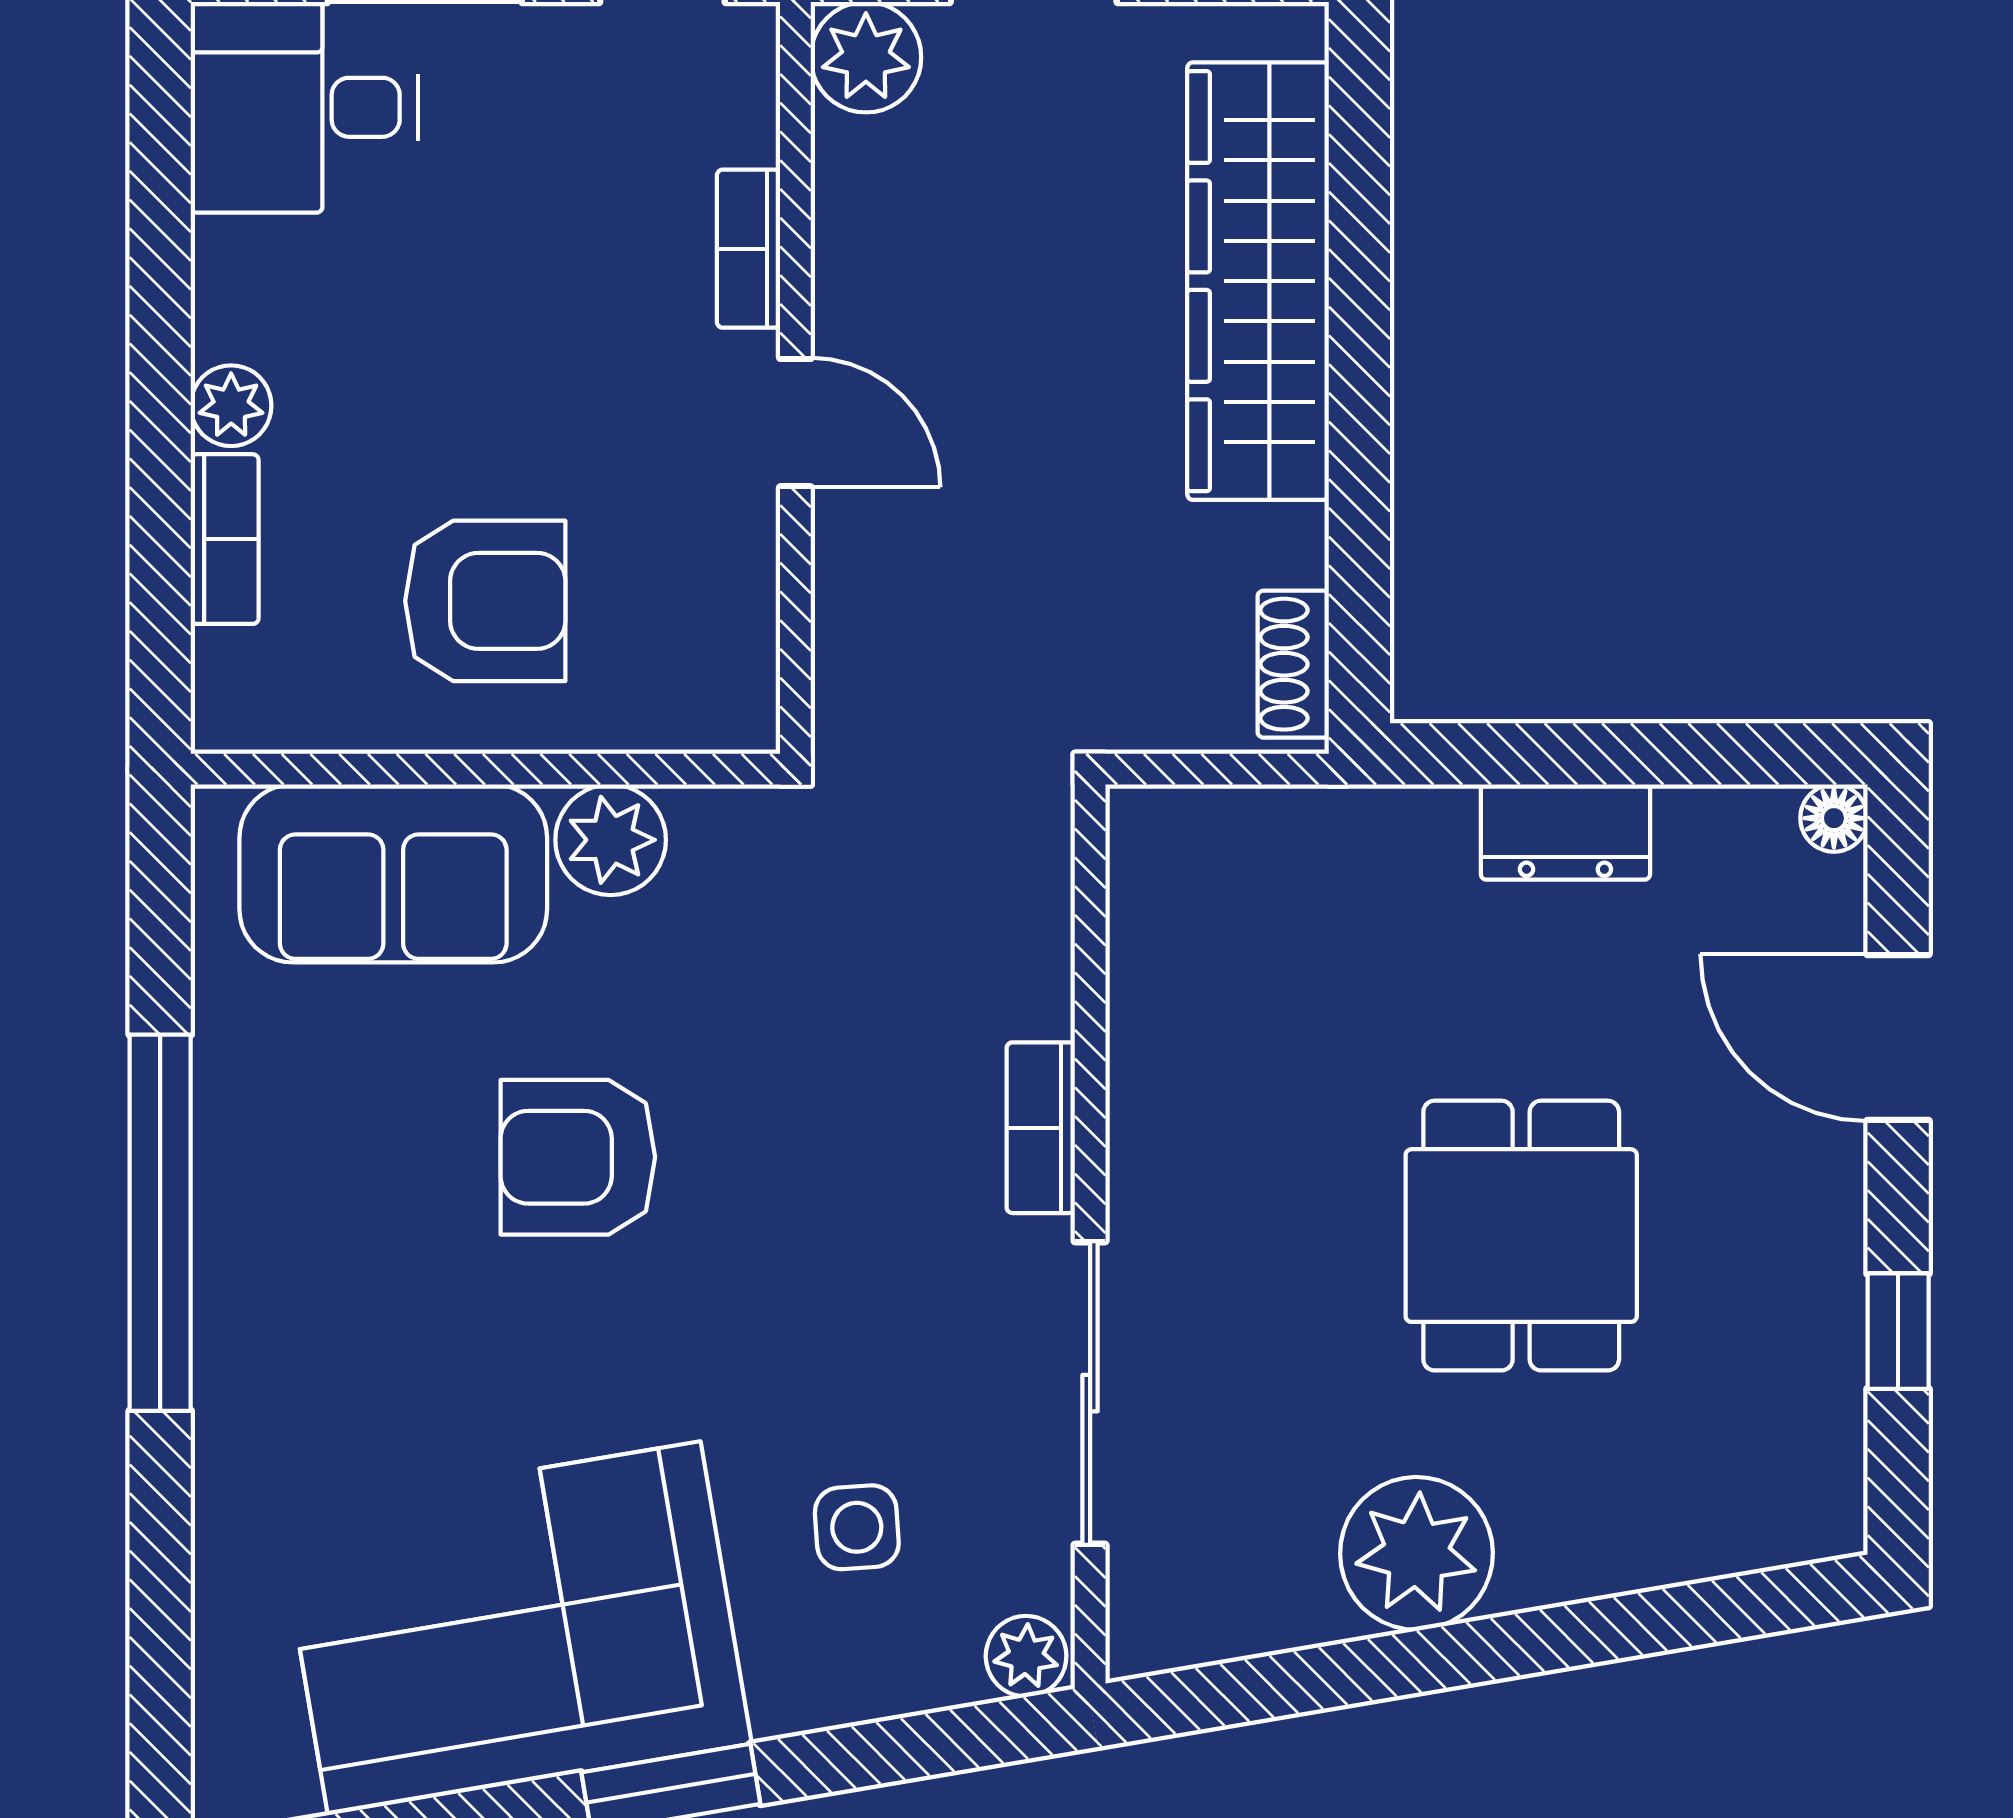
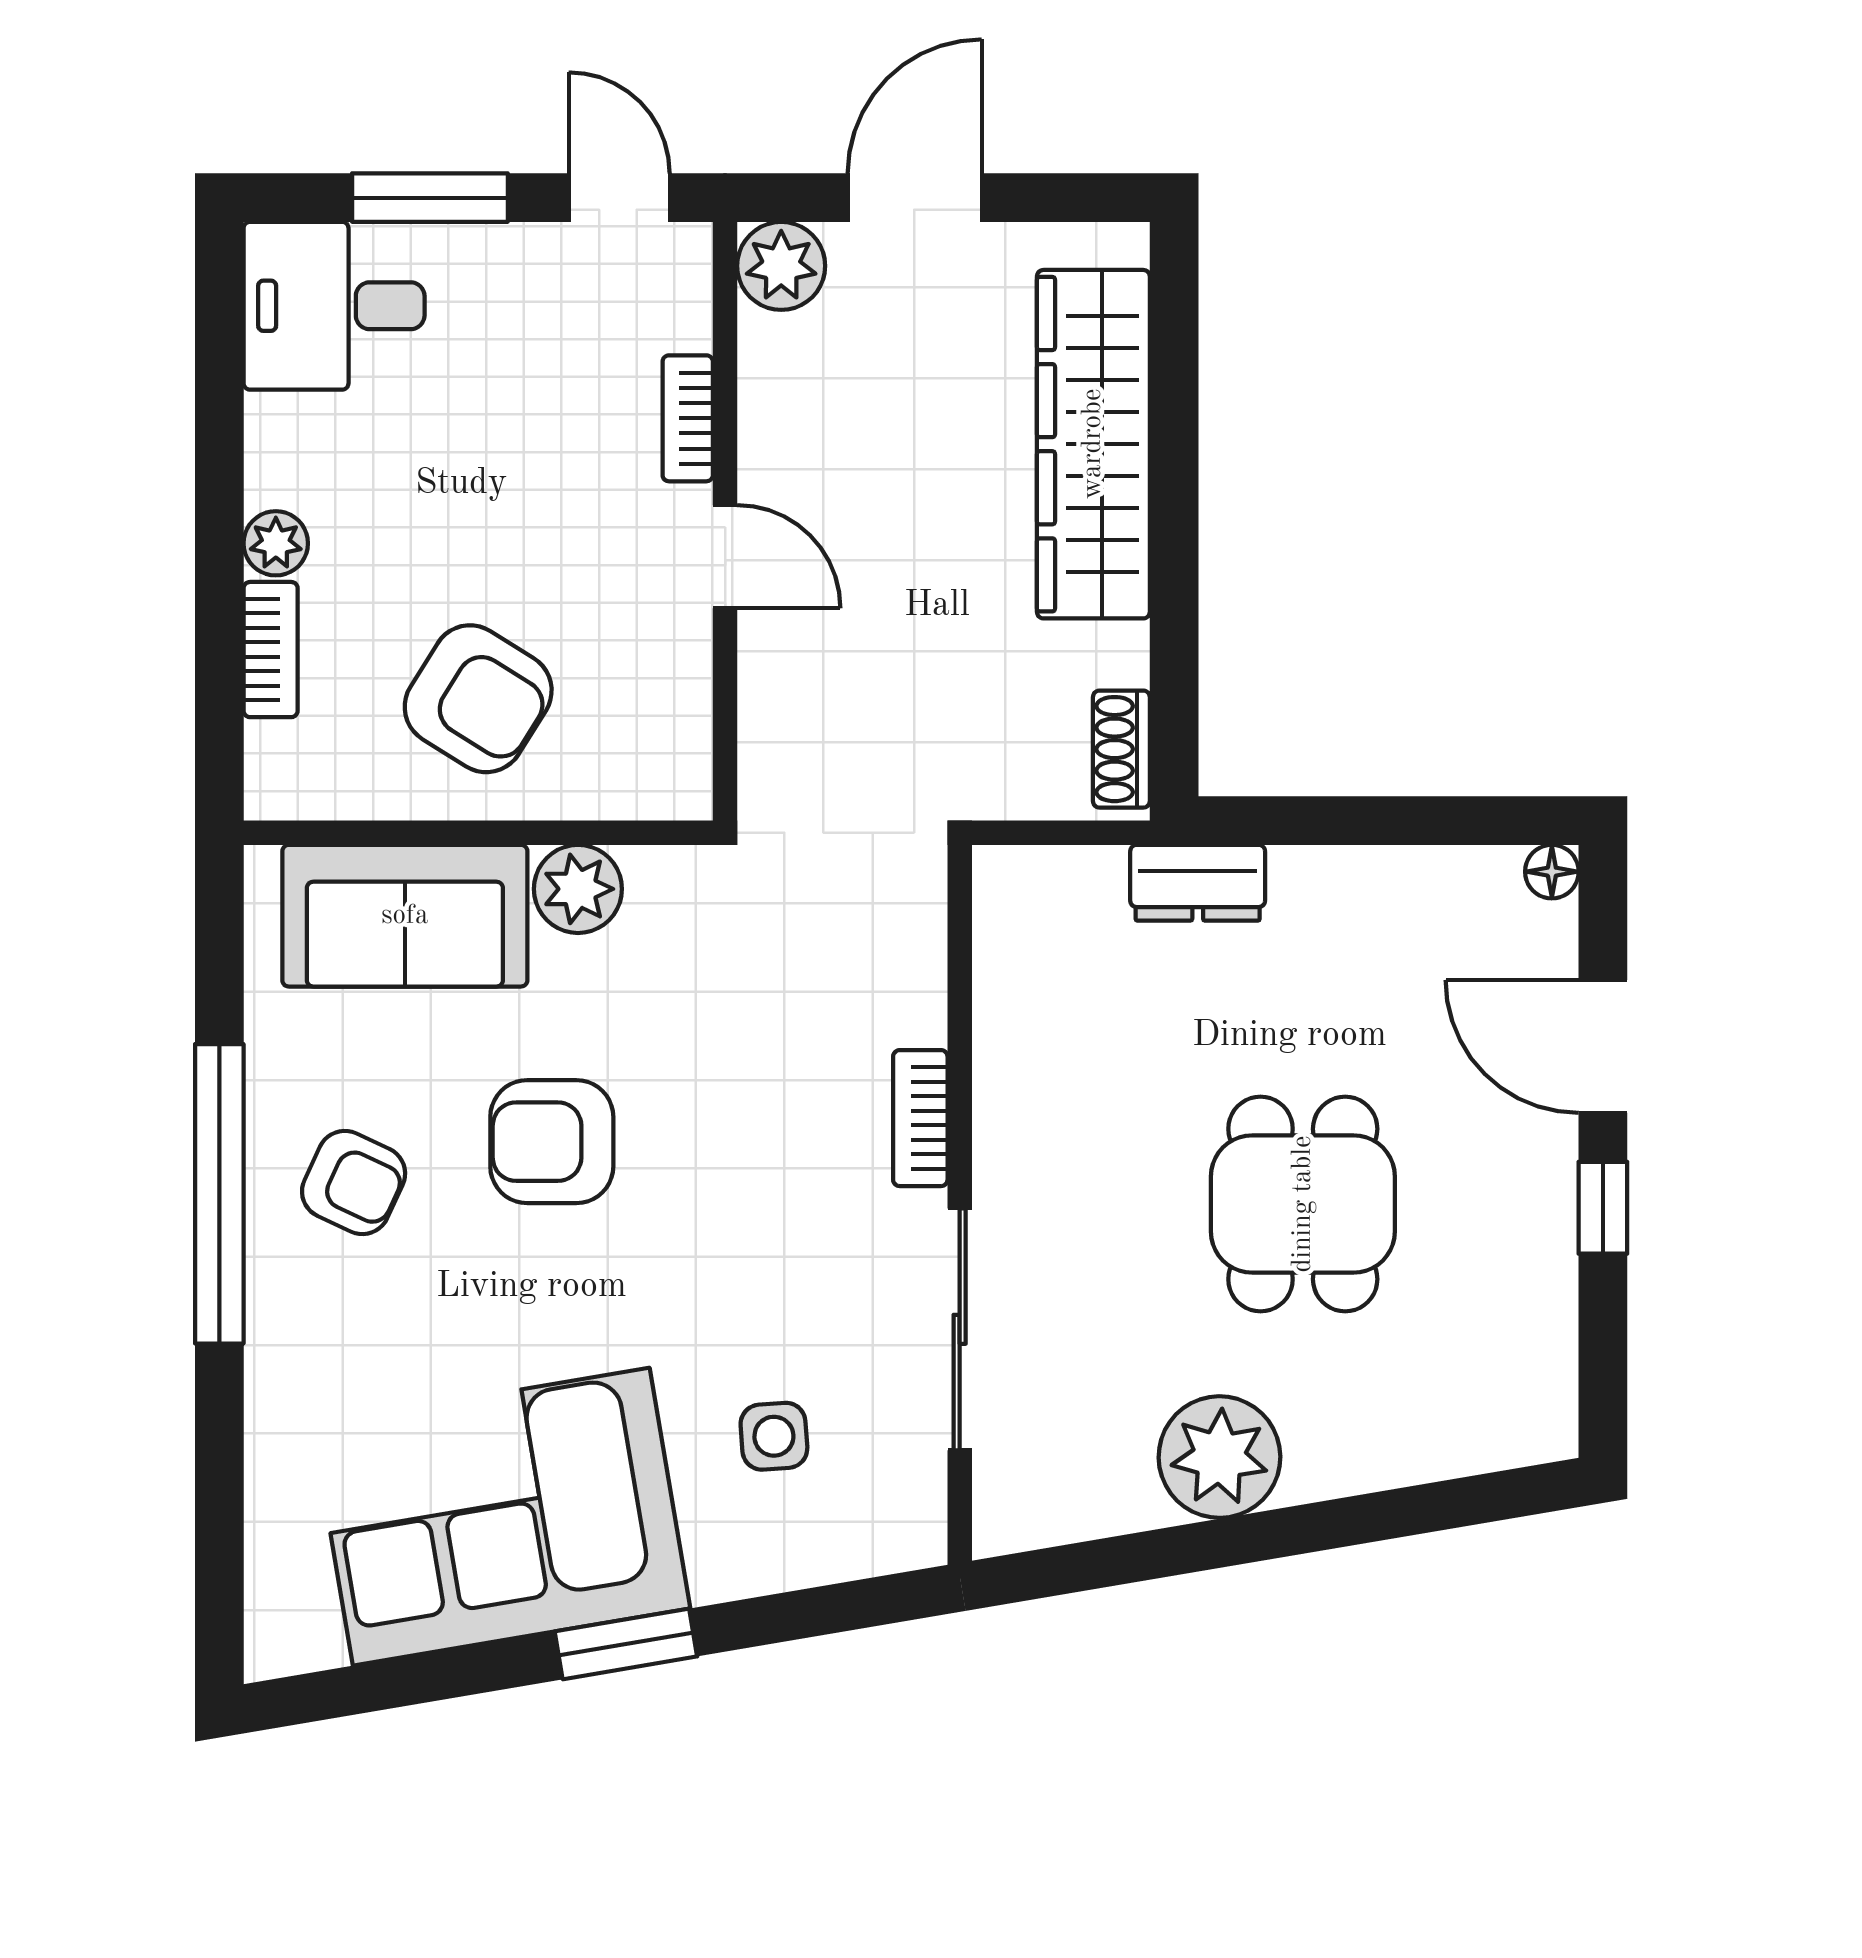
armchair: (485, 601) -> (478, 699), turned 32
dresser: (1565, 832) -> (1198, 883), moved
armchair: (329, 1209) -> (354, 1182), added
window: (1898, 1331) -> (1603, 1208), moved
plant: (1026, 1656) -> (909, 1539), removed

